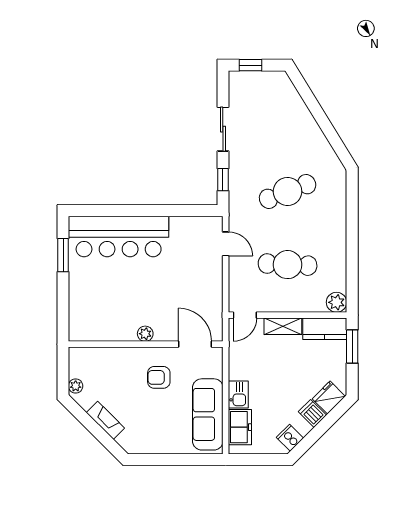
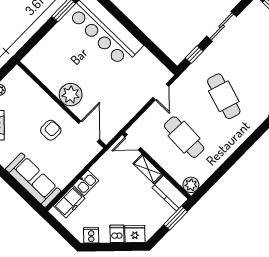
cafe table: (288, 191) -> (224, 96), turned 39
plant: (145, 334) -> (71, 95), width x1.88, depth x1.88
armchair: (159, 377) -> (51, 130), turned 90
sofa: (208, 414) -> (33, 180), moved, turned 90

